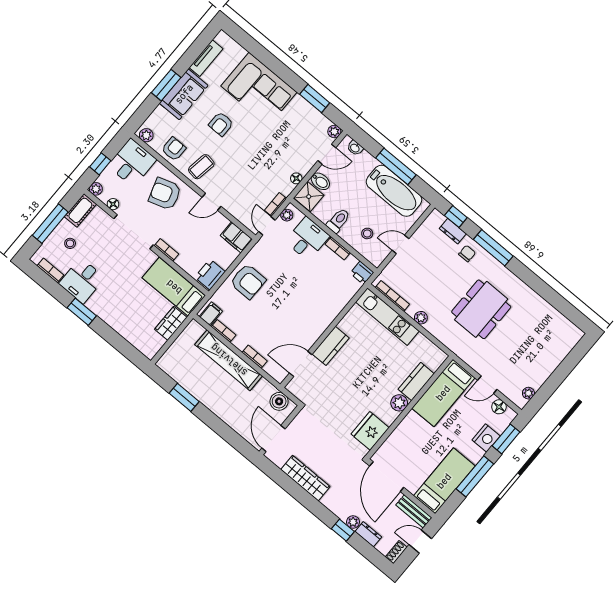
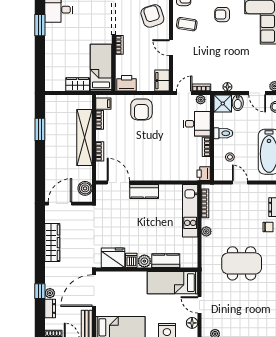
dishwasher: (388, 415) -> (131, 260), added

